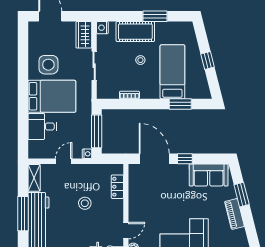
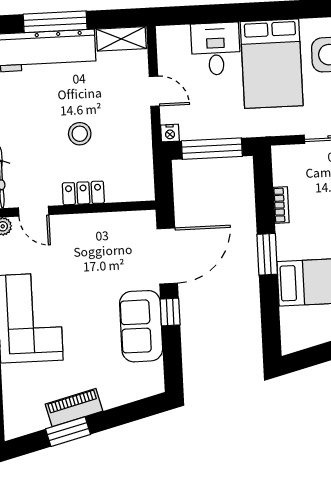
window: (180, 104) -> (267, 254), moved
sofa: (209, 175) -> (141, 326), moved
locker: (117, 187) -> (83, 193), moved
window: (242, 195) -> (68, 432), moved

